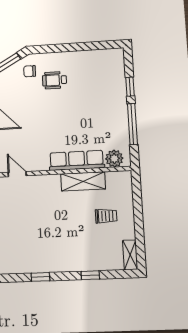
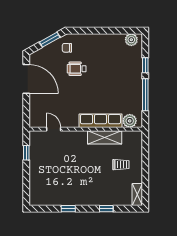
plant: (110, 56) -> (131, 40), added
wheelchair: (54, 80) -> (77, 69), moved

